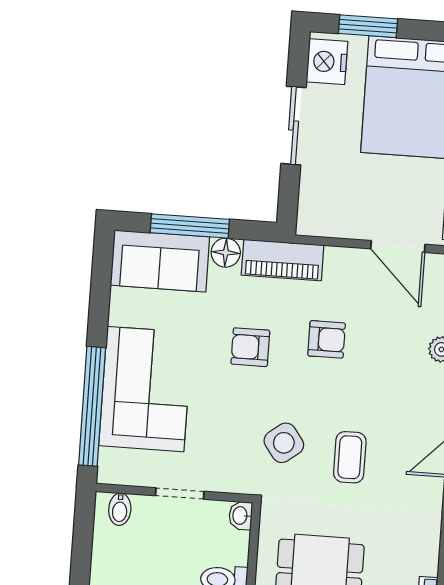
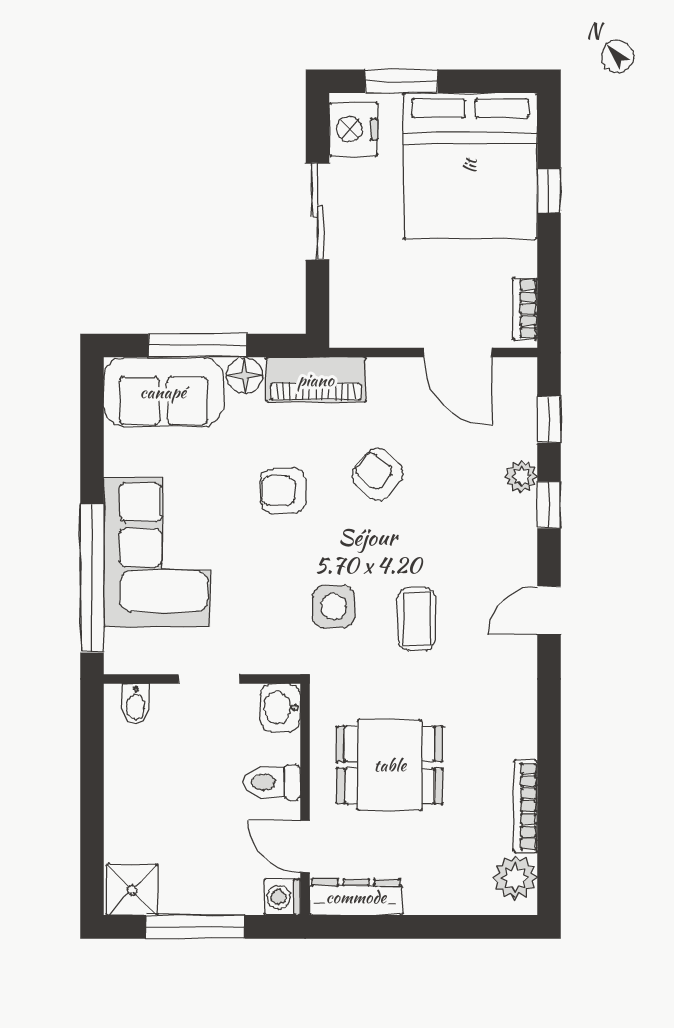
armchair: (327, 339) -> (378, 474), turned -139
side table: (284, 443) -> (334, 607), turned 37
washbasin: (241, 516) -> (280, 708), width x1.38, depth x1.45

